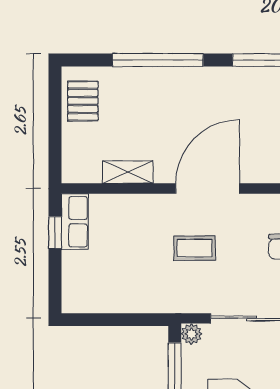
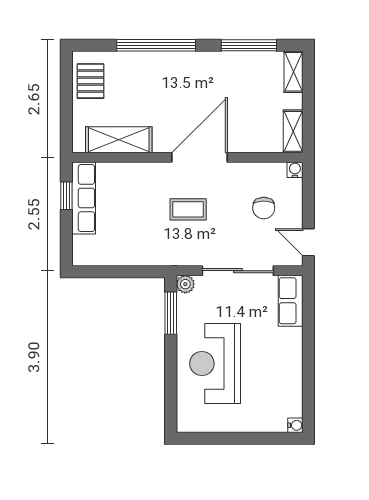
shelving: (128, 172) -> (119, 140), width x1.50, depth x1.33
row of seats: (75, 222) -> (84, 198), width x1.48

